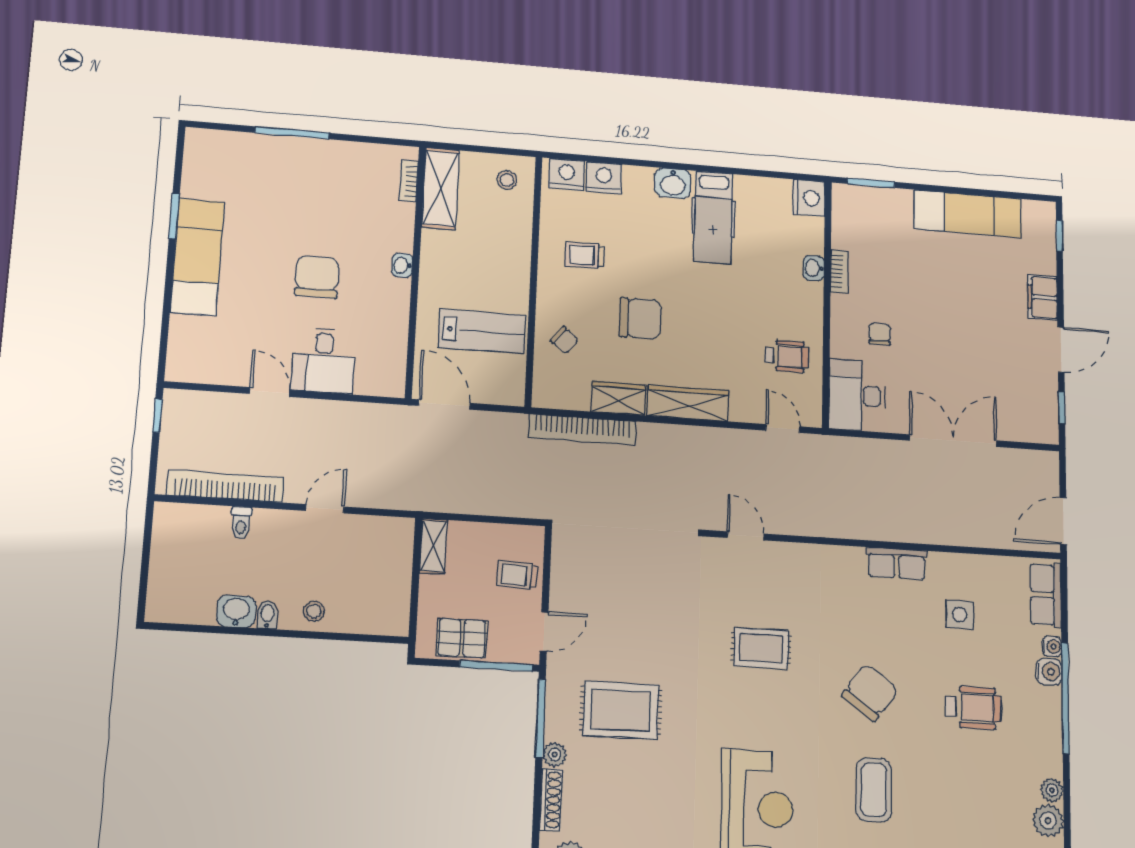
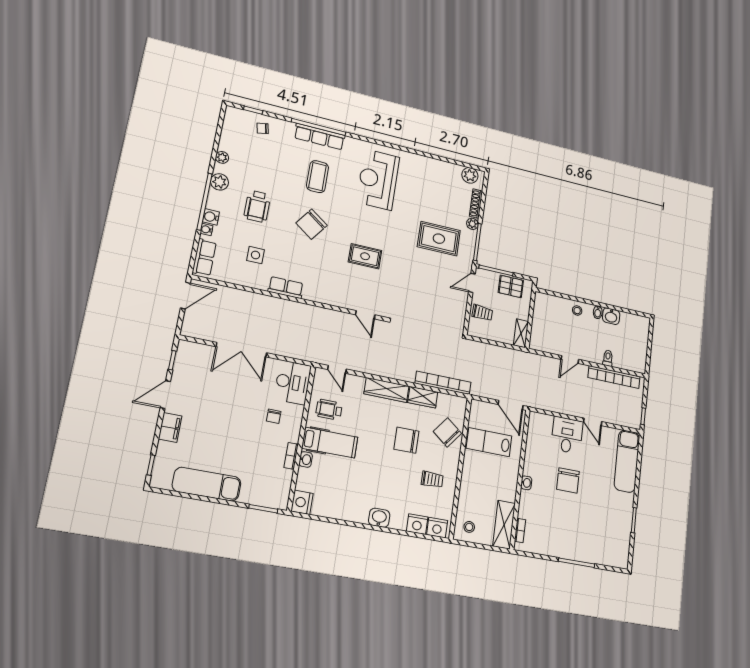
hospital bed: (713, 217) -> (330, 443), moved, turned 90
exam couch: (197, 257) -> (627, 461), moved
chair: (565, 340) -> (447, 432), width x1.87, depth x1.87
wheelchair: (973, 708) -> (257, 206), turned -90
plant: (1048, 821) -> (219, 182), moved

